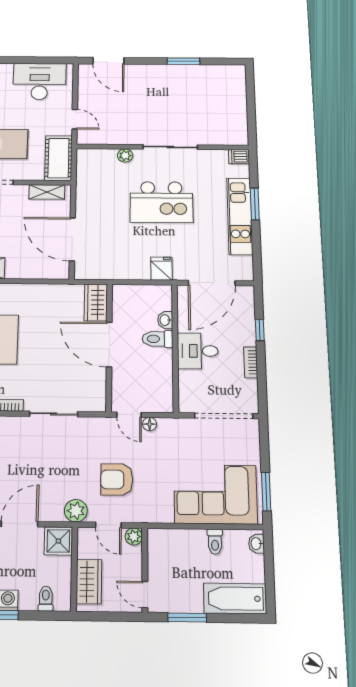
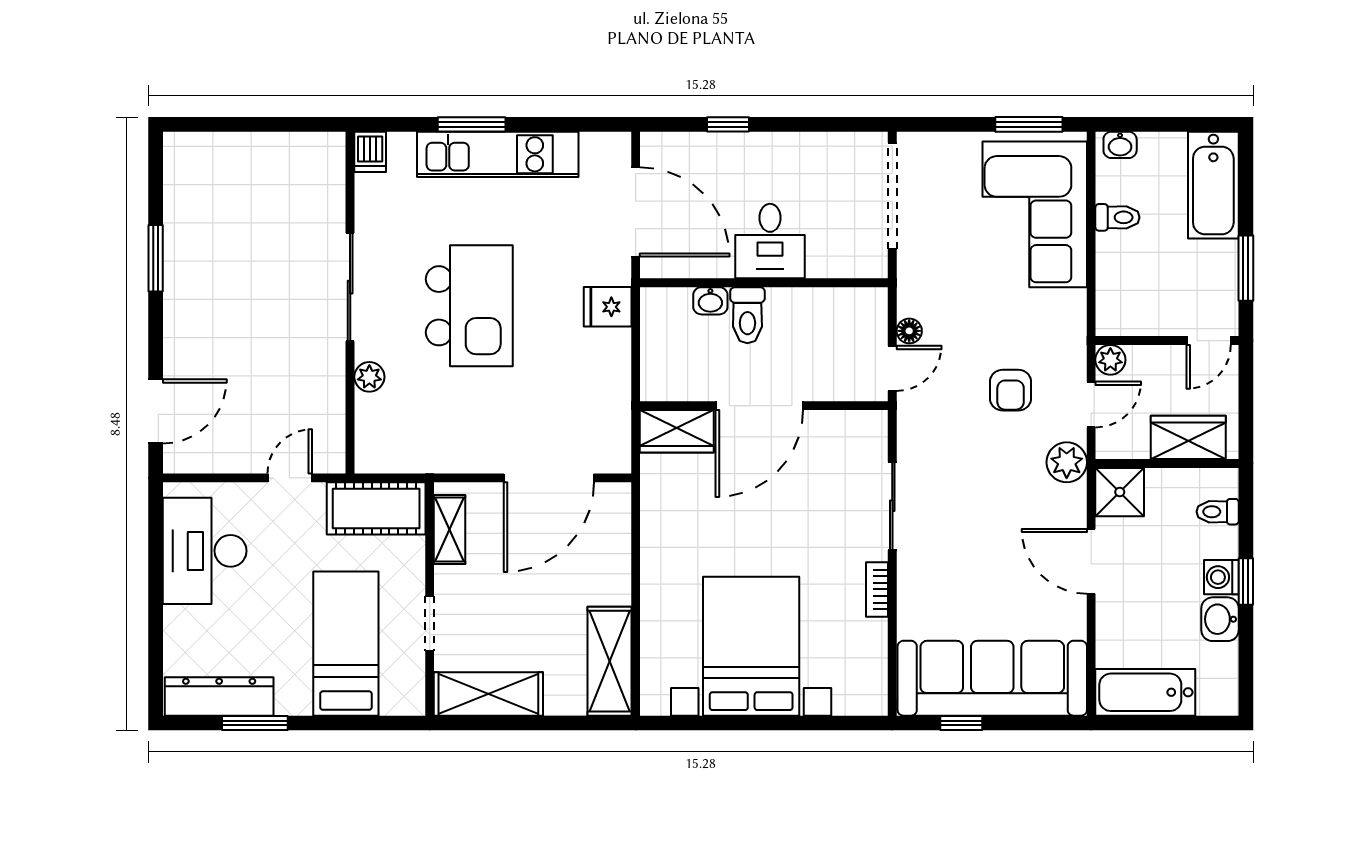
bookcase: (251, 362) -> (791, 143), removed
armchair: (117, 480) -> (1011, 390), width x0.72, depth x0.72

